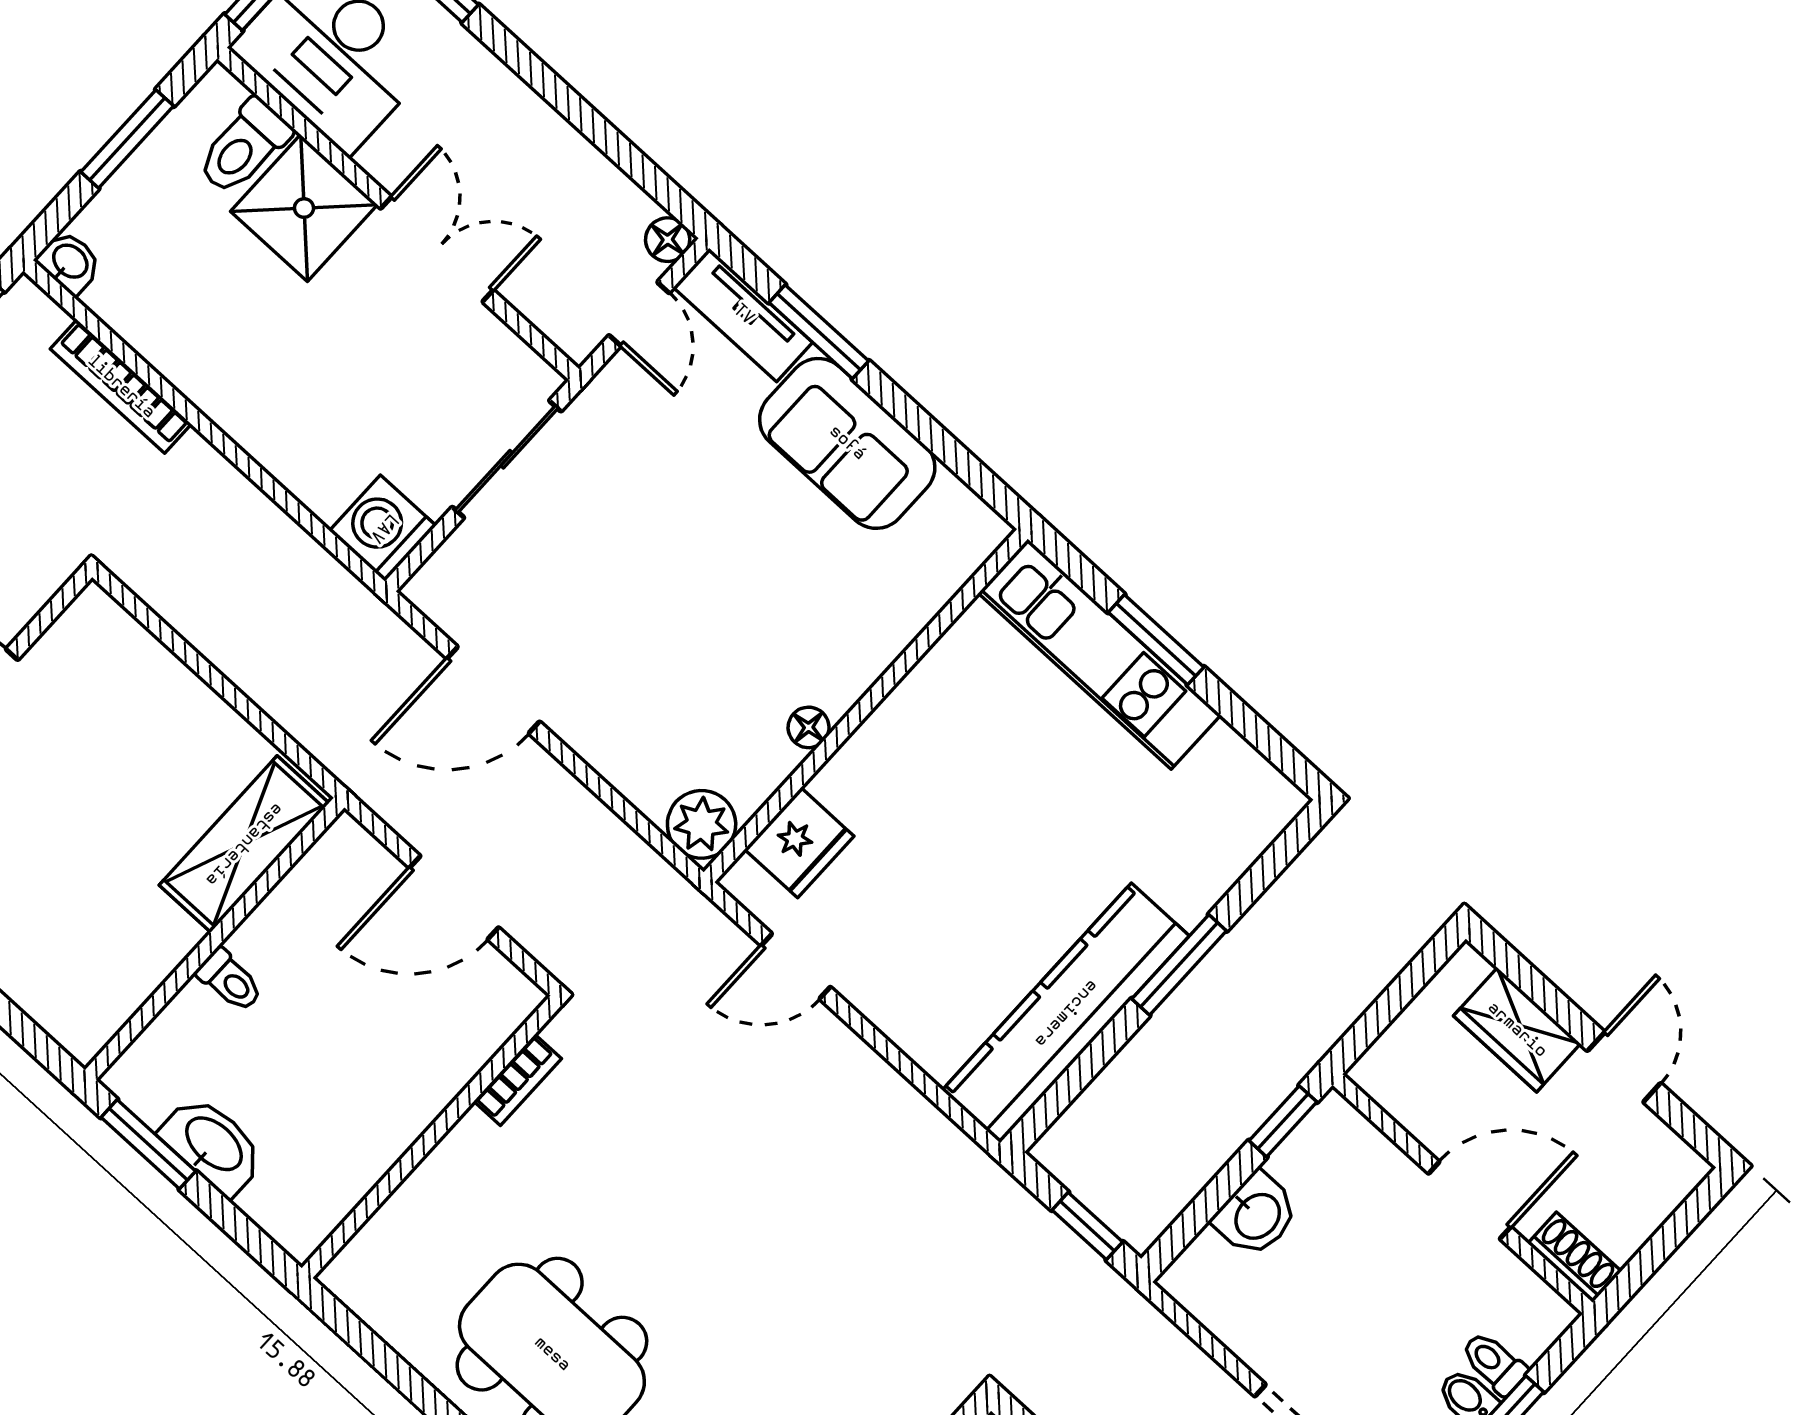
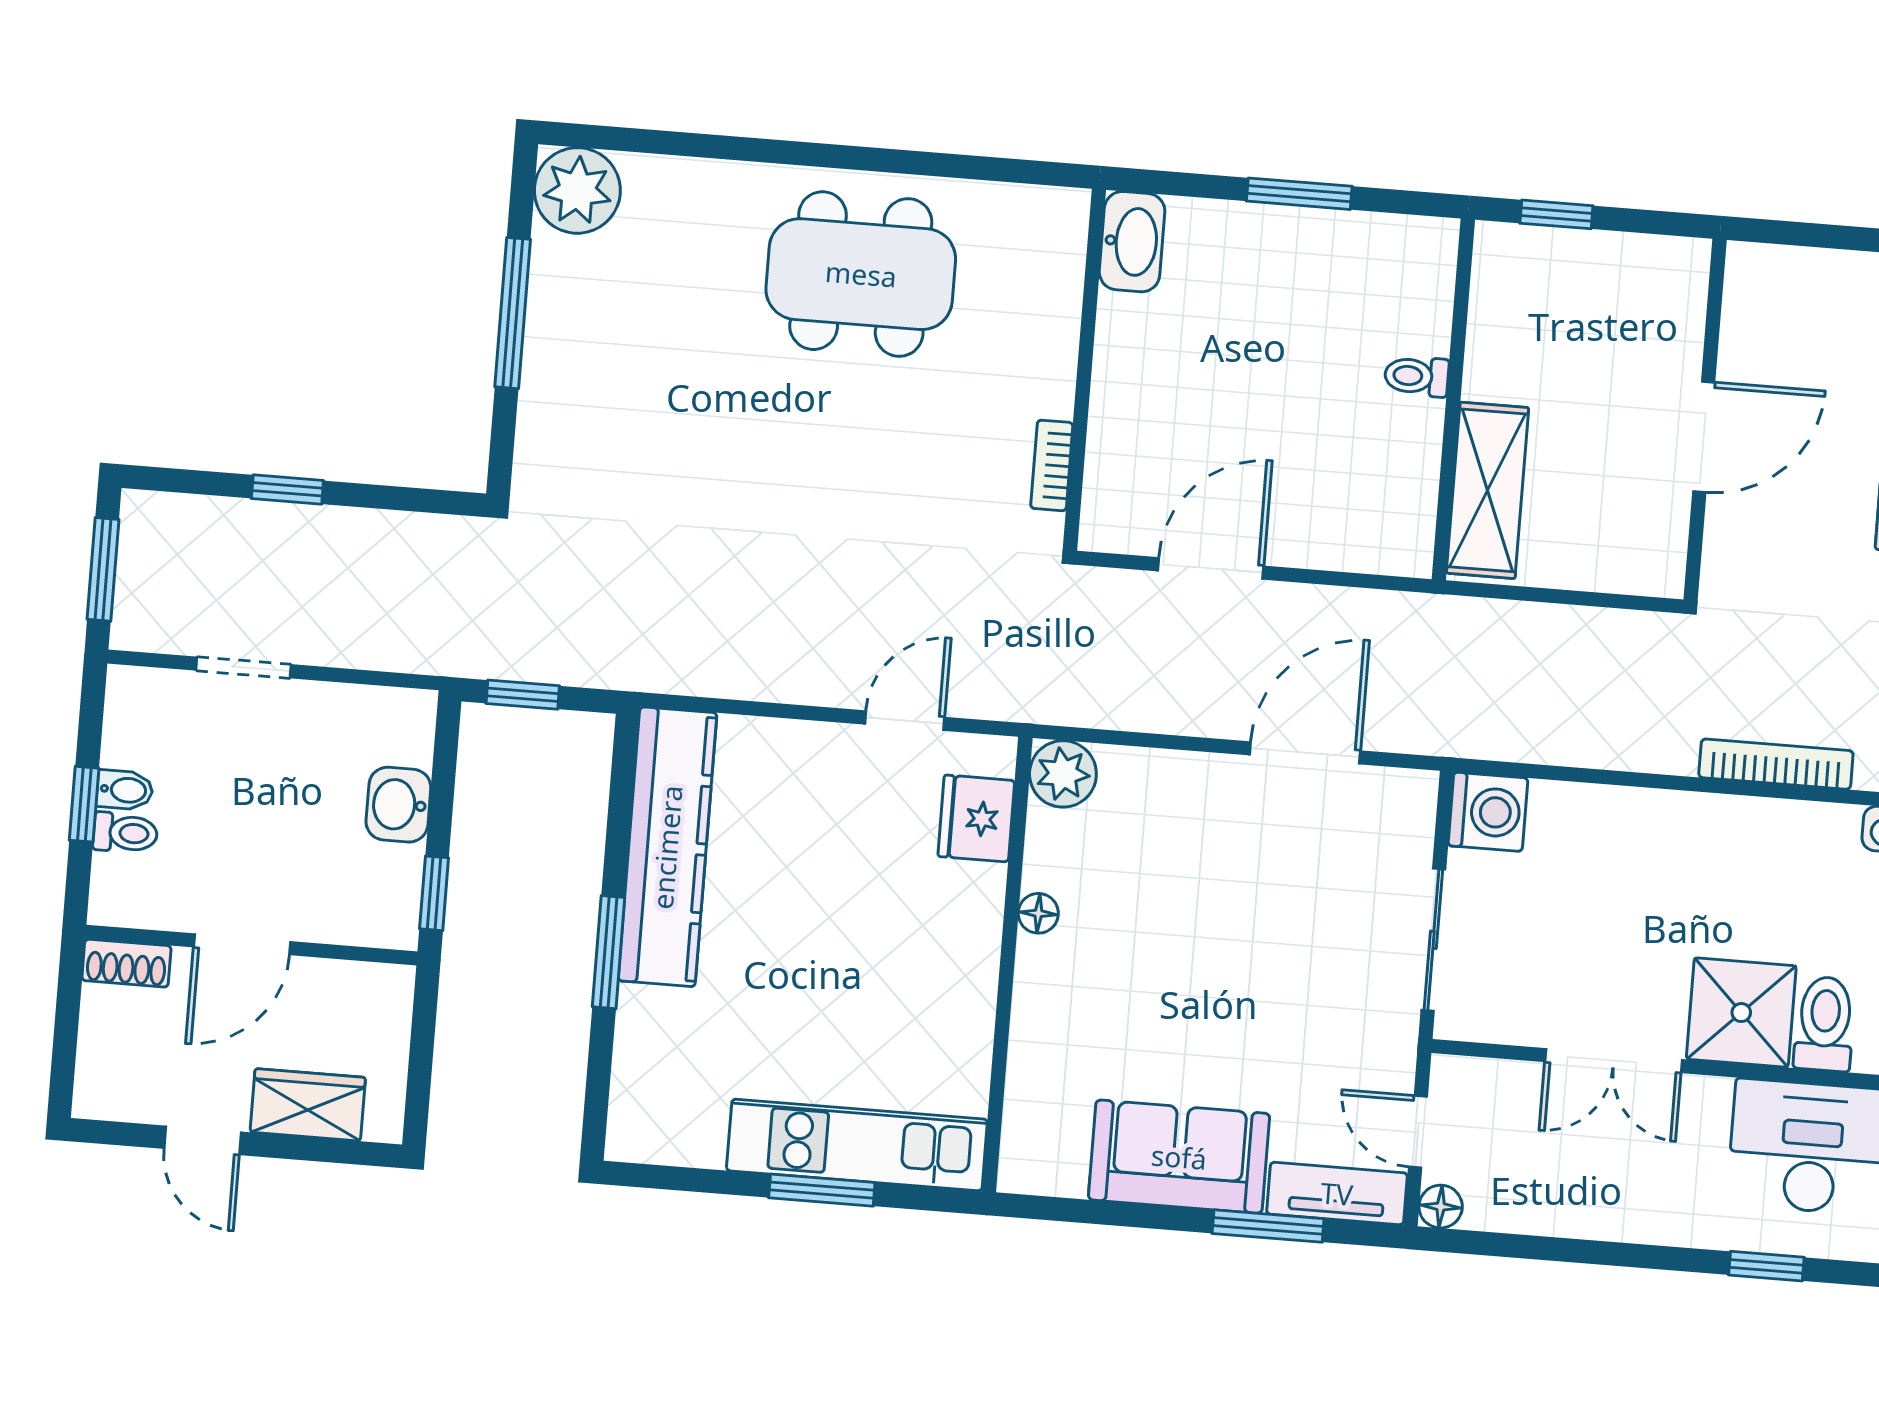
shelving: (244, 844) -> (1488, 490), moved
wall: (215, 939) -> (1453, 399), moved
toilet: (230, 980) -> (1417, 376), moved
washbasin: (213, 1145) -> (1132, 242), moved, turned -90

